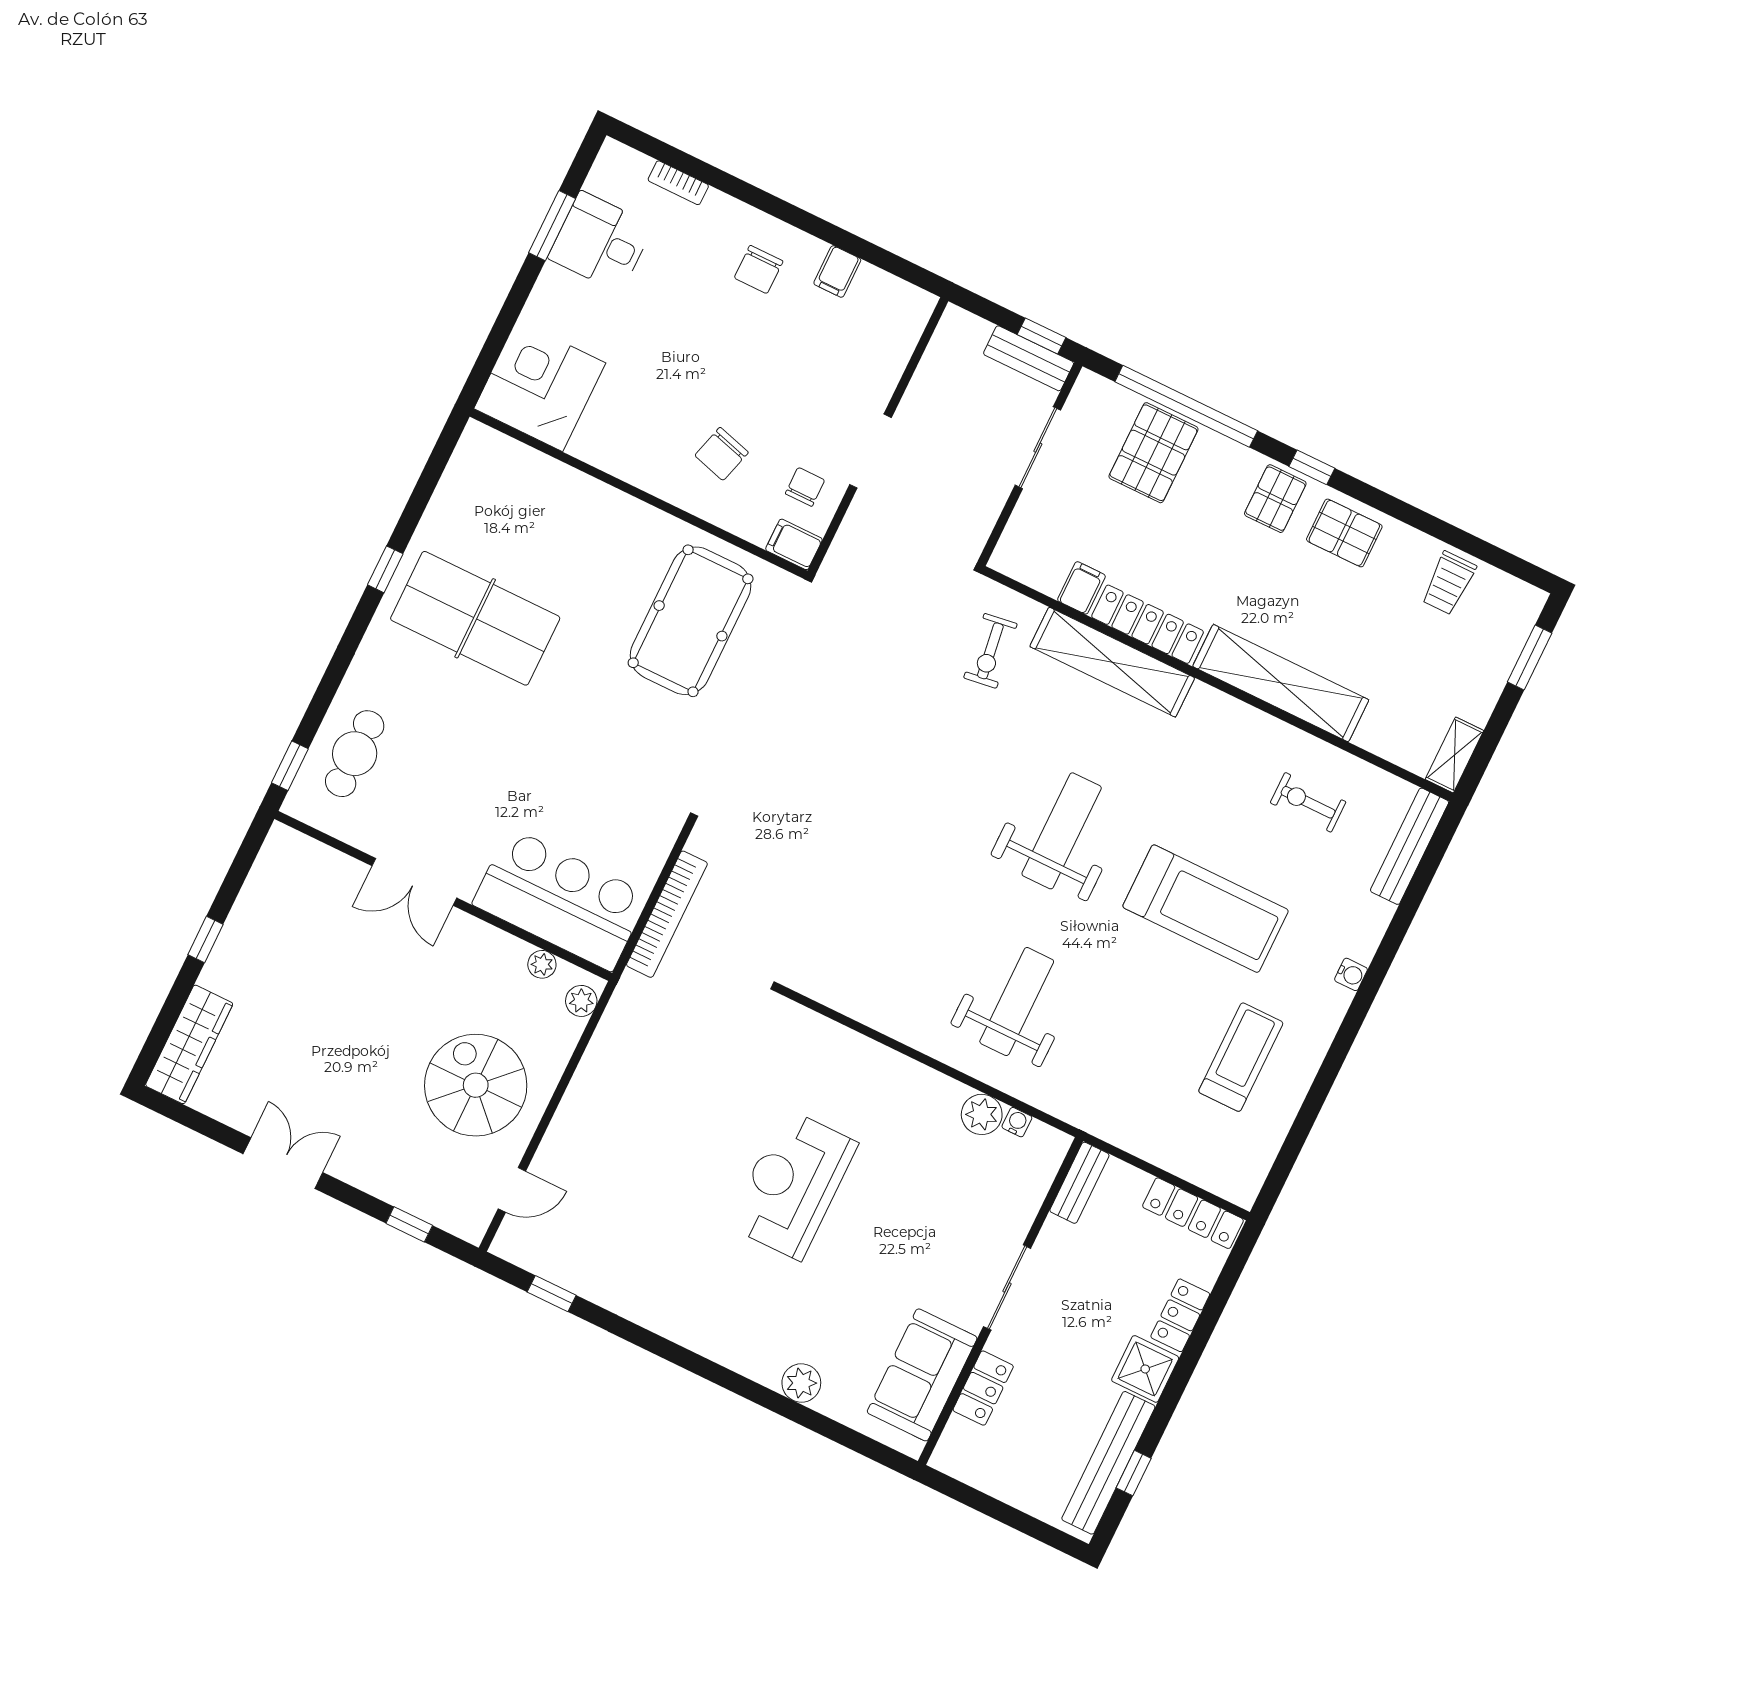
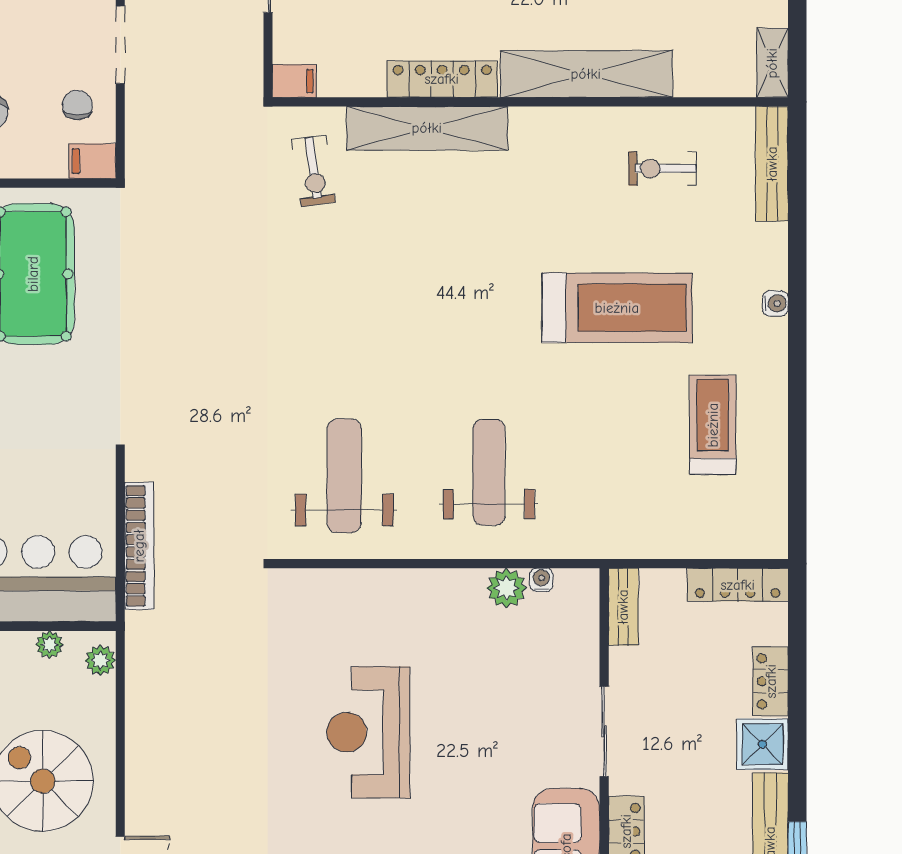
filing cabinet: (1081, 588) -> (294, 81), moved, turned 90
weight bench: (1062, 831) -> (344, 476), moved

